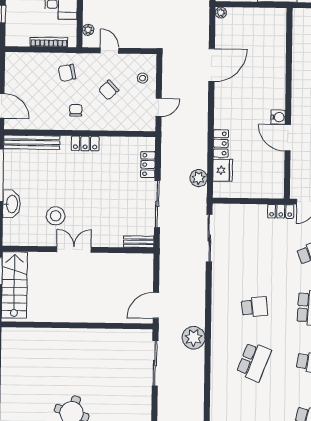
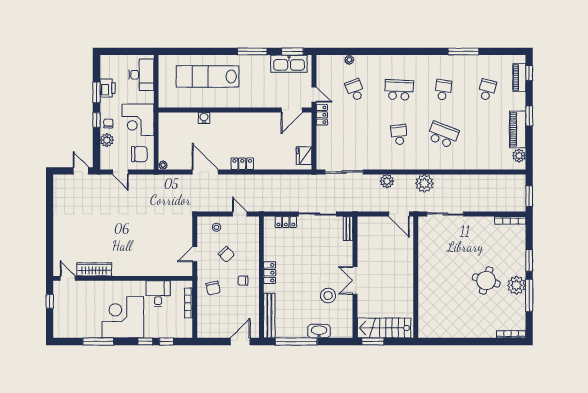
plant: (88, 30) -> (178, 272), removed
water cooler: (278, 117) -> (204, 118), moved
door: (288, 138) -> (292, 110), moved
locker: (221, 143) -> (242, 164), moved
fridge: (223, 170) -> (304, 156), moved, turned -90
plant: (199, 178) -> (387, 181), moved

